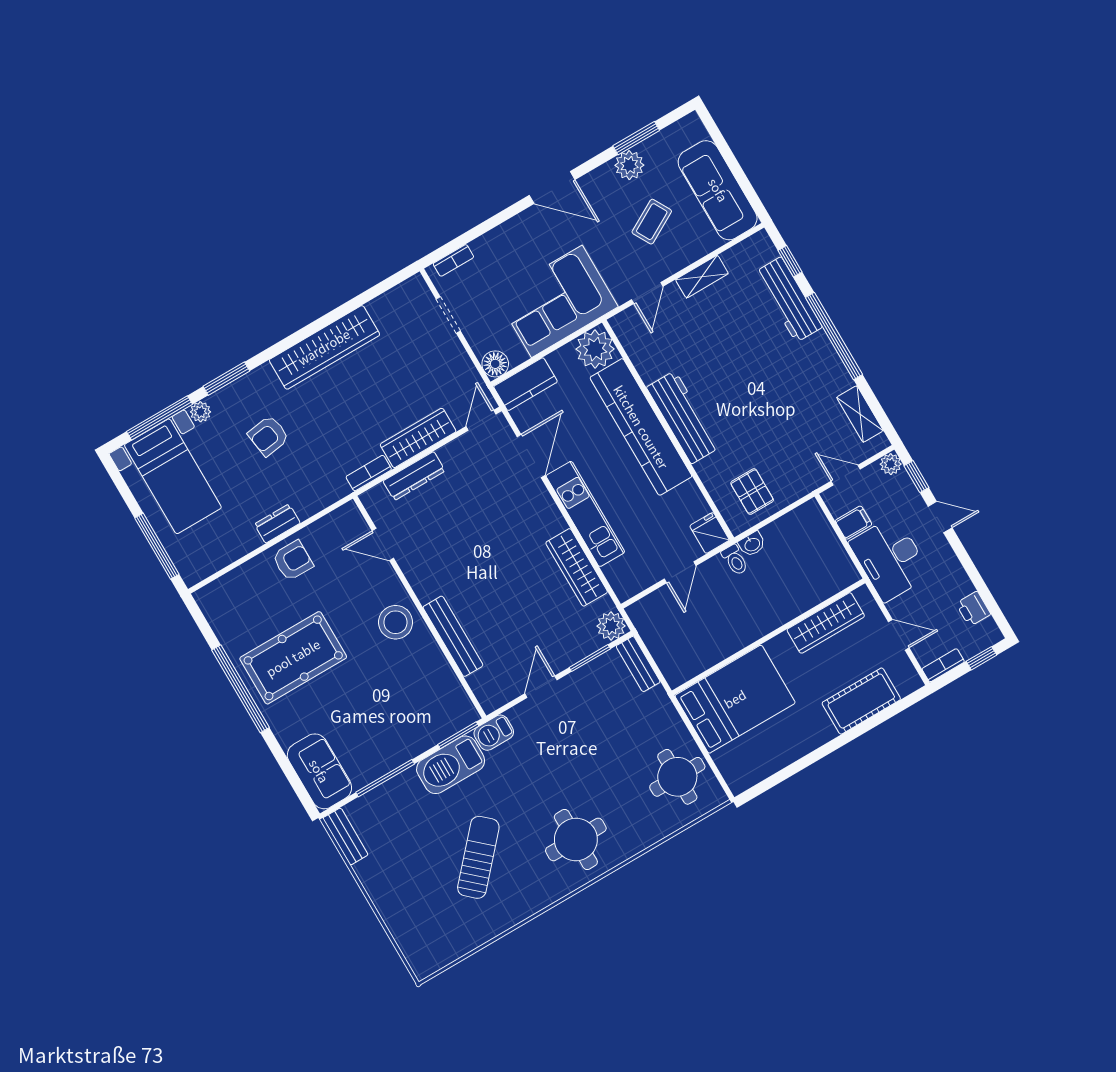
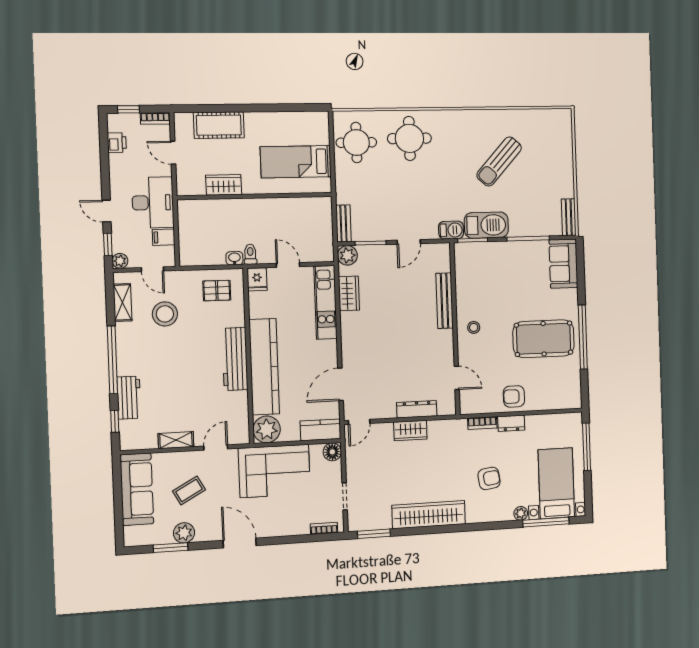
workbench: (789, 300) -> (129, 398), width x0.73
window: (226, 379) -> (374, 534), moved
stool: (800, 428) -> (165, 314), added
wardrobe: (418, 438) -> (410, 431), width x0.67
bookcase: (369, 473) -> (482, 423), moved
pallet: (752, 492) -> (217, 291), turned 90
kitchen unit: (585, 514) -> (325, 302), moved
wardrobe: (577, 567) -> (349, 293), width x0.67
door: (680, 572) -> (288, 265), hinge flipped
stool: (396, 622) -> (474, 327), width x0.53, depth x0.53
wardrobe: (826, 623) -> (224, 185), width x0.67
bed: (735, 699) -> (296, 162), width x0.67
round table: (576, 839) -> (409, 138), moved

